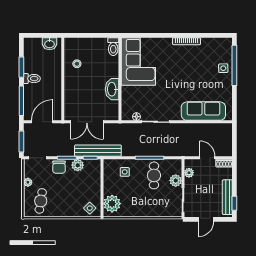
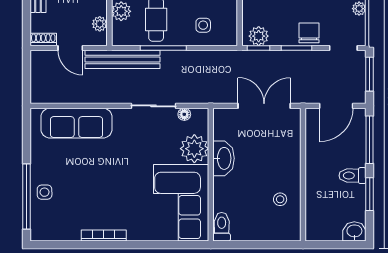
washbasin: (50, 44) -> (354, 231), moved
plant: (130, 95) -> (194, 149), added
bench: (98, 151) -> (123, 59), moved
plant: (78, 165) -> (259, 36), moved

